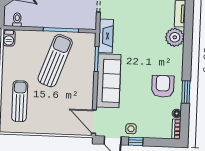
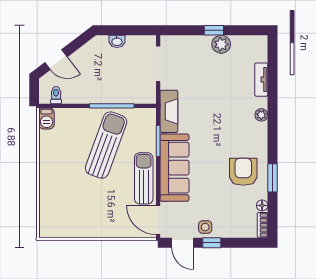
plant: (175, 37) -> (261, 115), width x0.53, depth x0.53
sun lounger: (20, 101) -> (144, 178), moved

